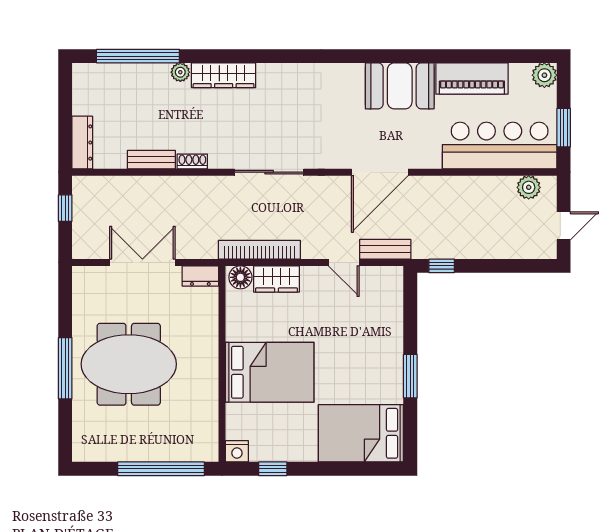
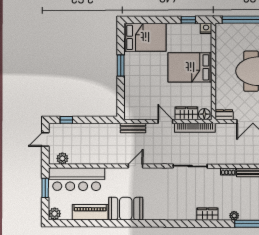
wardrobe: (224, 75) -> (207, 214), width x0.67
door: (380, 172) -> (136, 166), width x0.53
door: (344, 262) -> (165, 122), moved
window: (442, 266) -> (66, 120), moved

